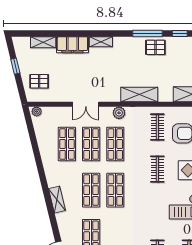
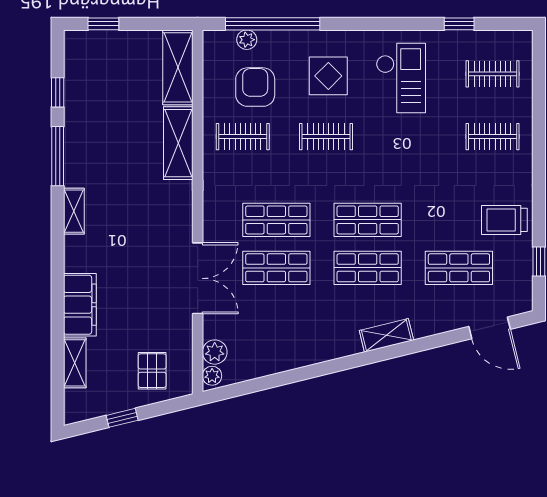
shelving: (101, 42) -> (74, 211), moved
pallet: (155, 47) -> (85, 140), removed
shelving: (139, 94) -> (178, 143), moved
double door: (86, 104) -> (198, 278), width x1.37
plant: (119, 113) -> (215, 352), moved
shop shelf: (67, 144) -> (276, 316), removed

